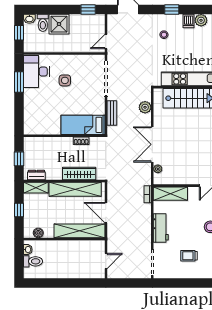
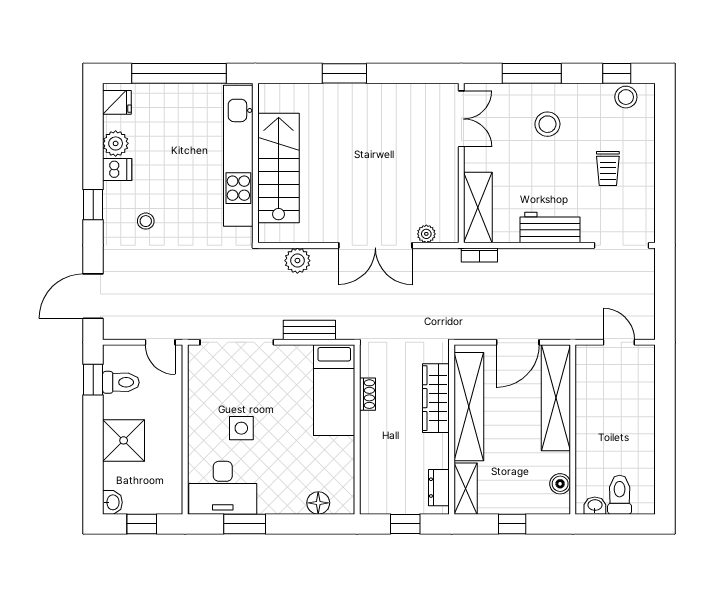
toilet: (43, 23) -> (121, 382), moved
floor lamp: (29, 117) -> (318, 503), added

